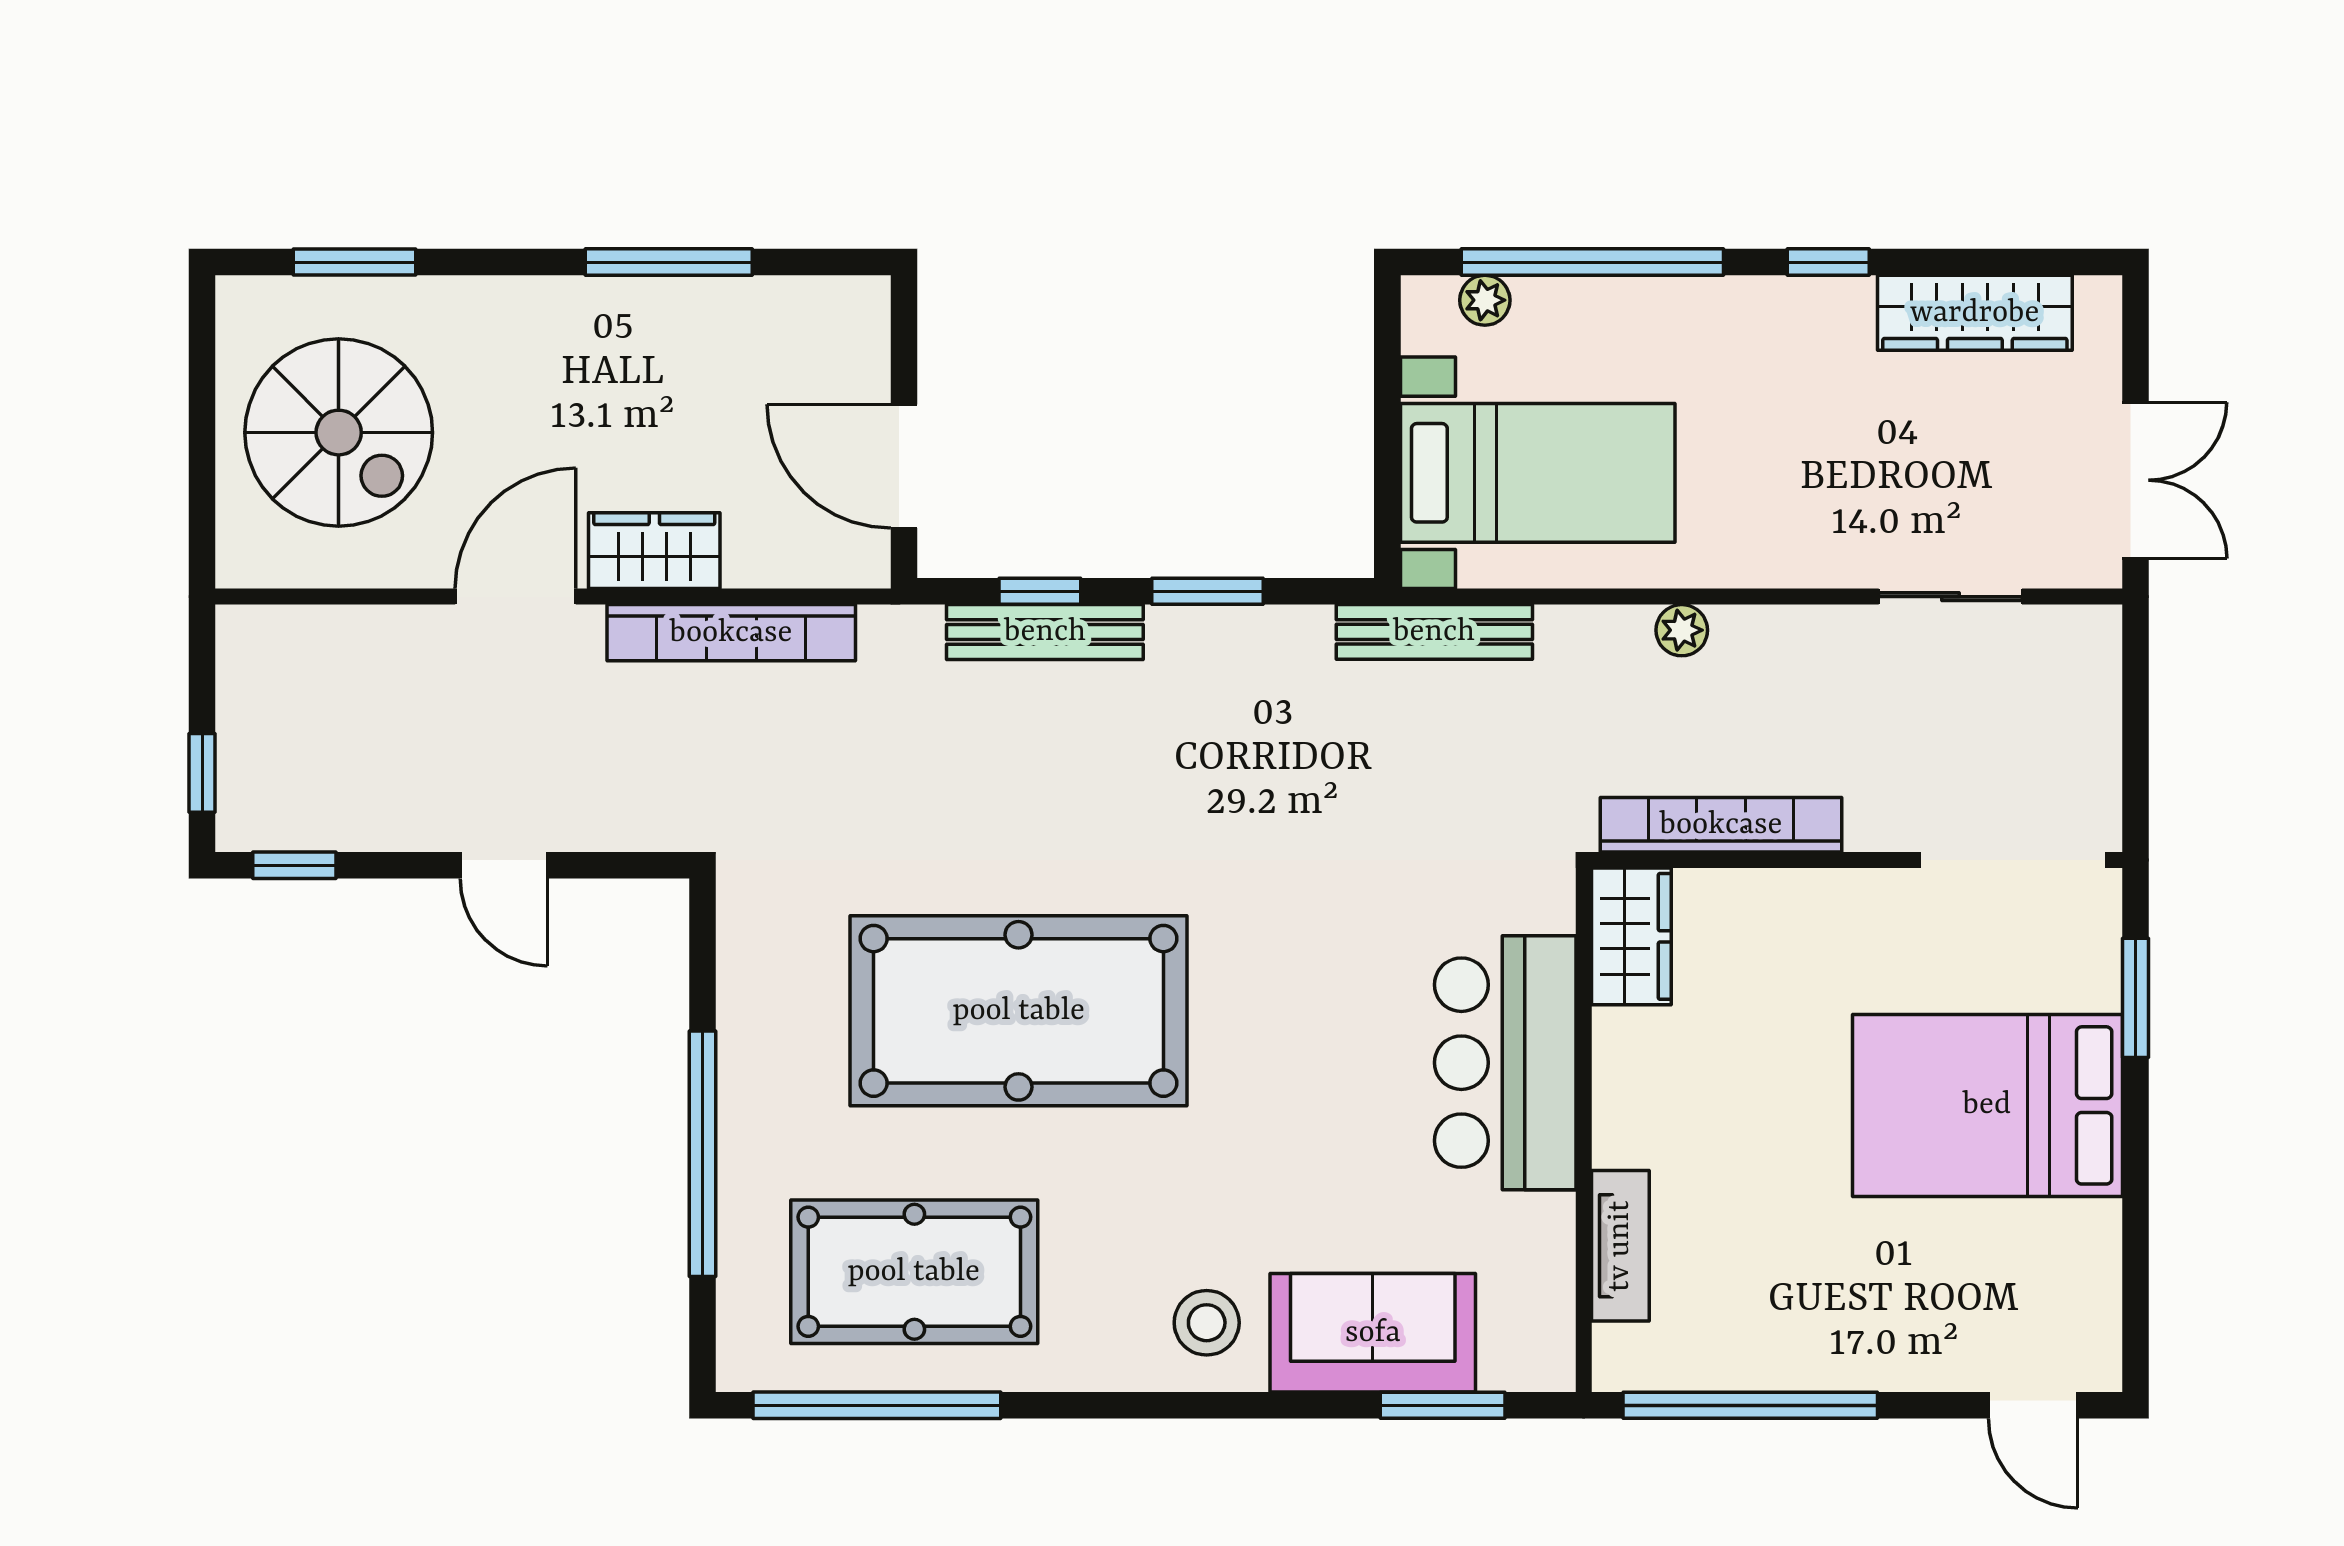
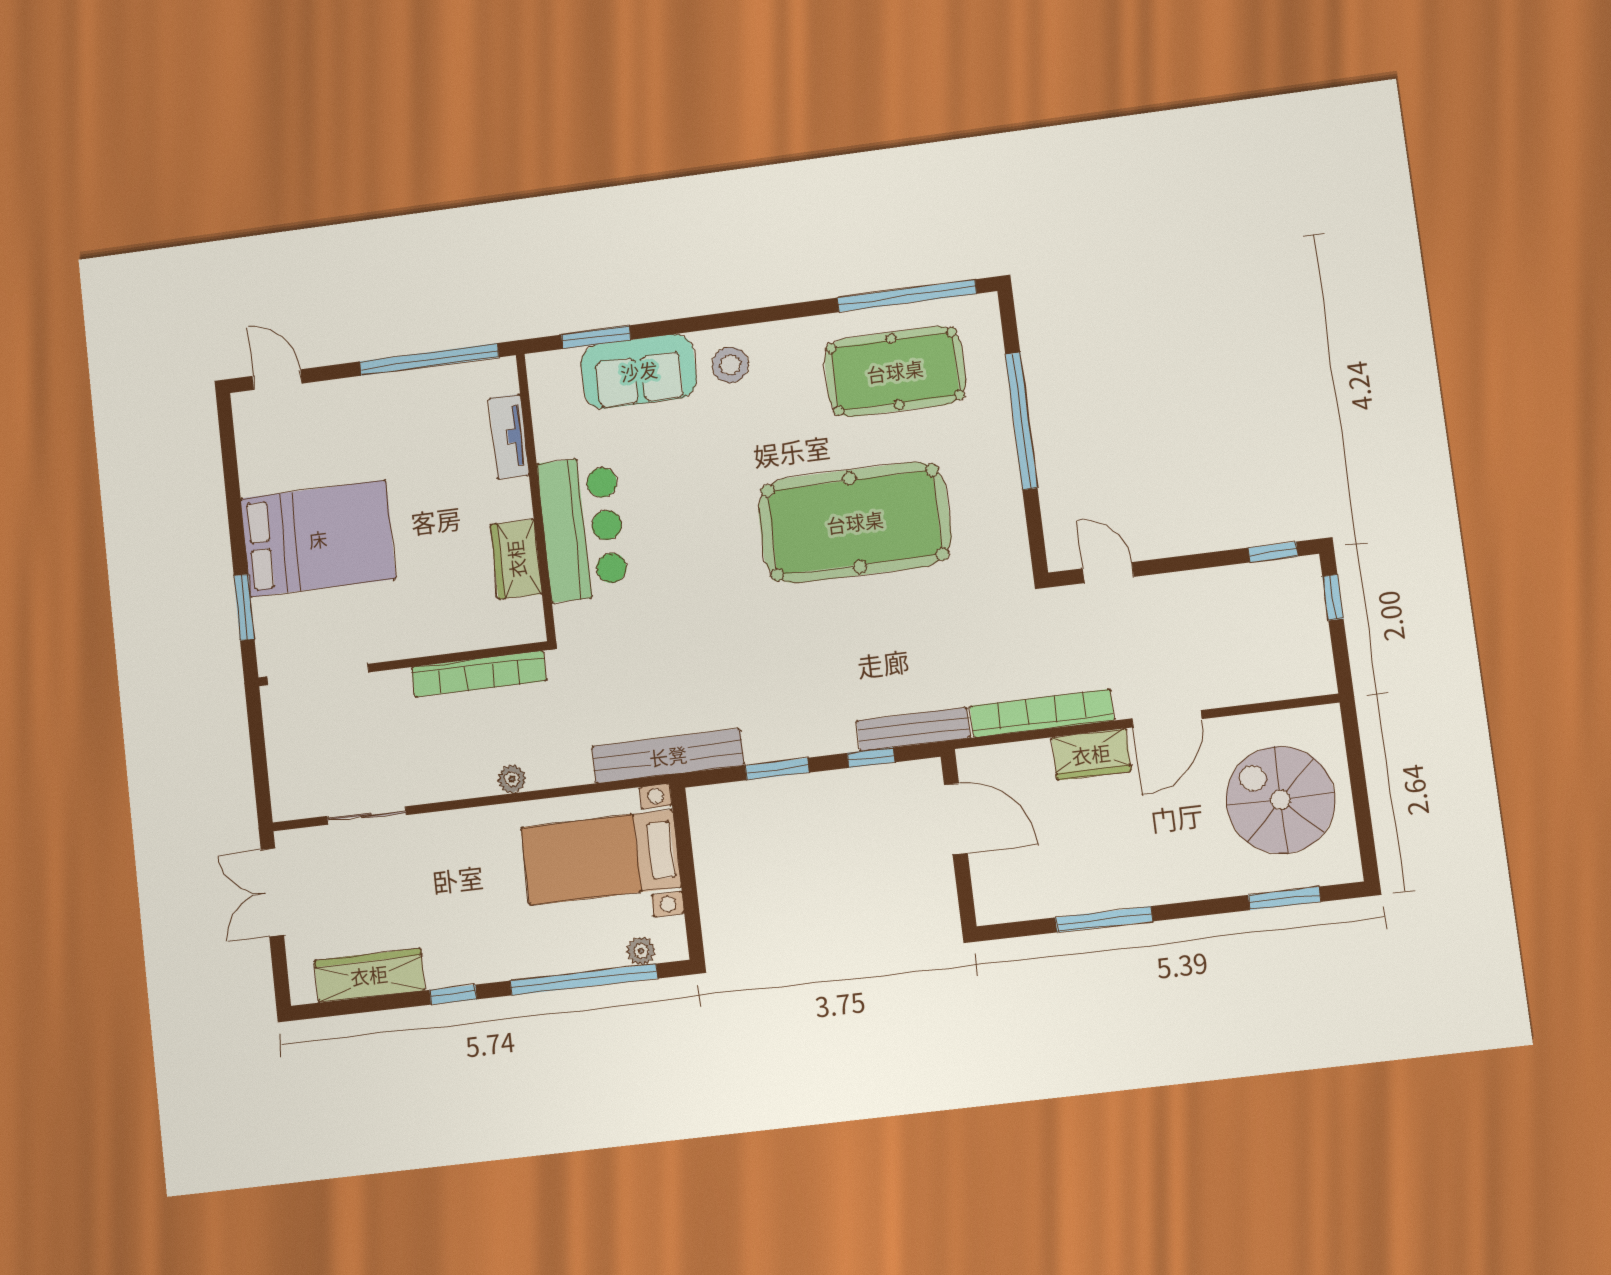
bench: (1045, 632) -> (913, 729), moved
bench: (1434, 632) -> (668, 756), width x1.37, depth x1.21
door: (504, 865) -> (1108, 573), moved
wardrobe: (1631, 936) -> (516, 559), moved

